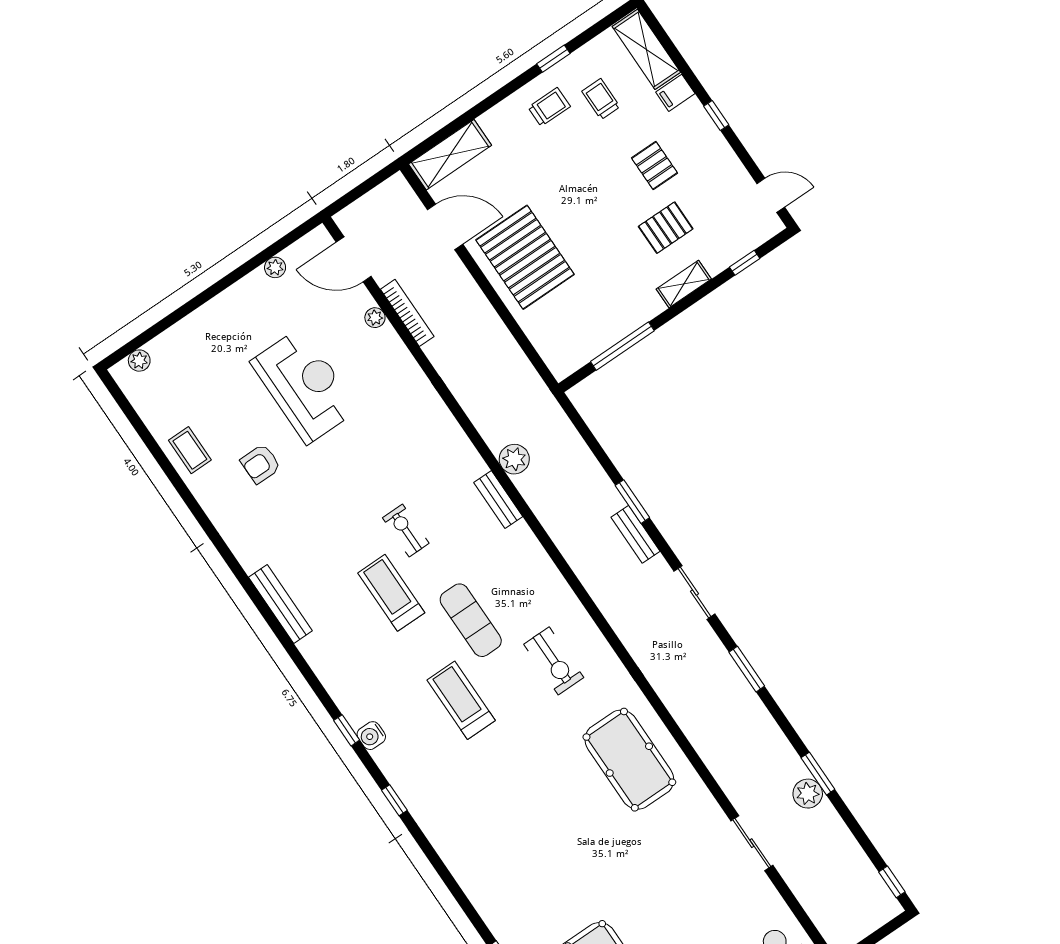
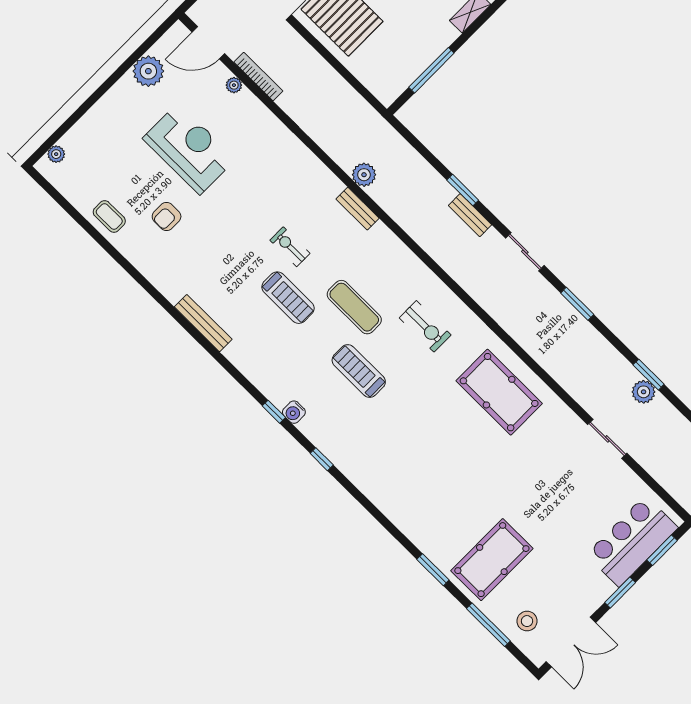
plant: (275, 267) -> (148, 71), width x1.88, depth x1.88
treadmill: (391, 593) -> (288, 298), turned 180

